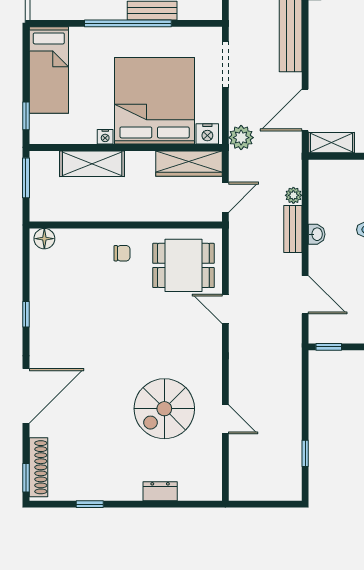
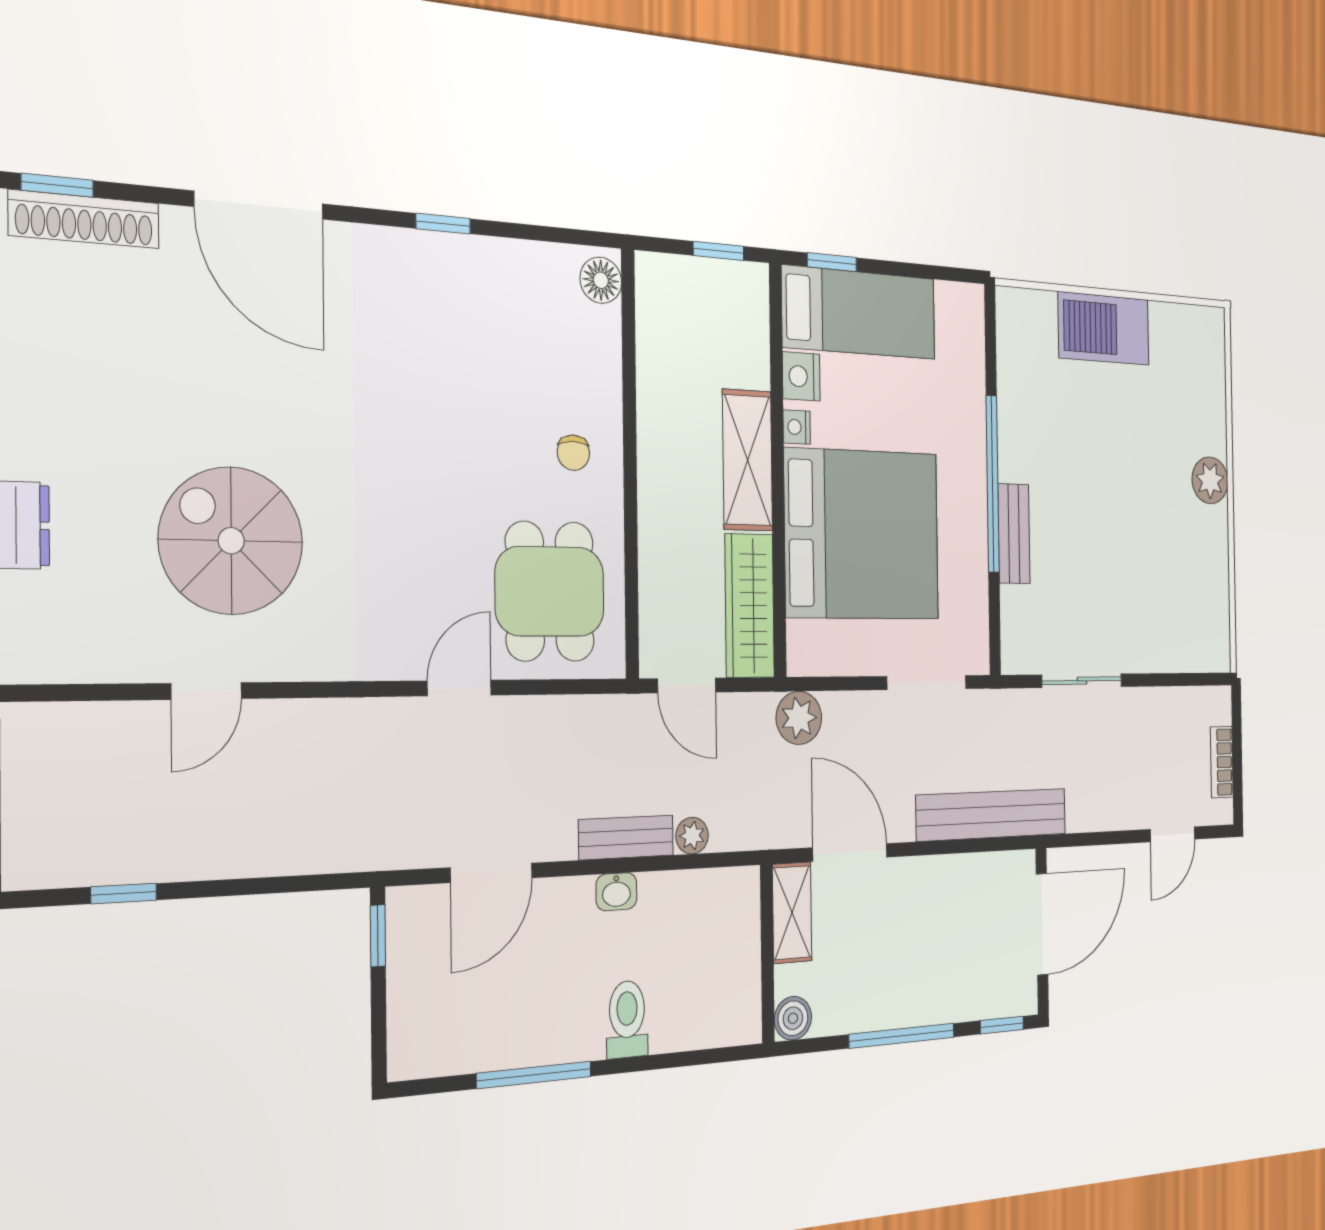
bed: (49, 70) -> (859, 313), moved, turned 180
nightstand: (207, 134) -> (801, 376), moved
shelving: (92, 164) -> (747, 460), moved
window: (26, 178) -> (718, 251), width x0.67

